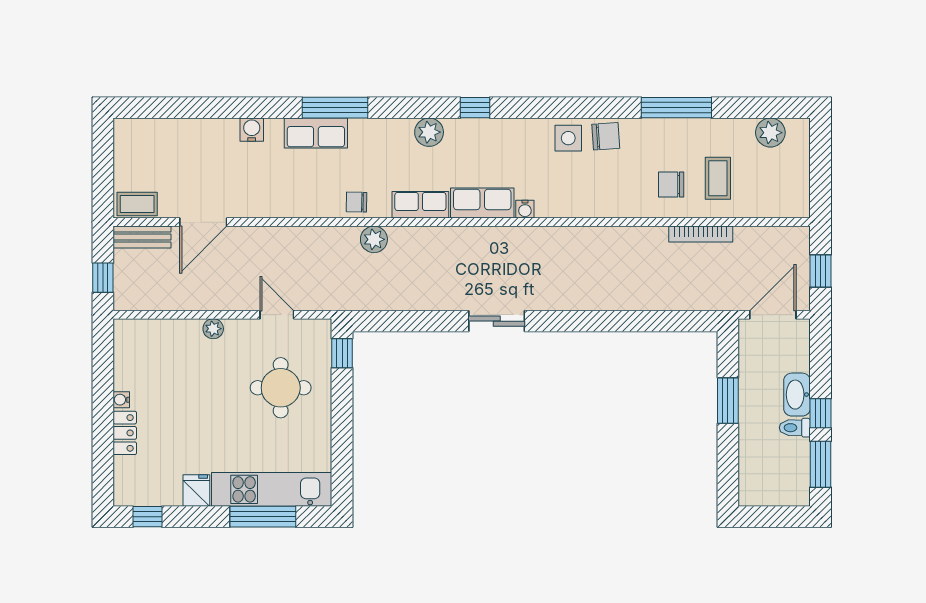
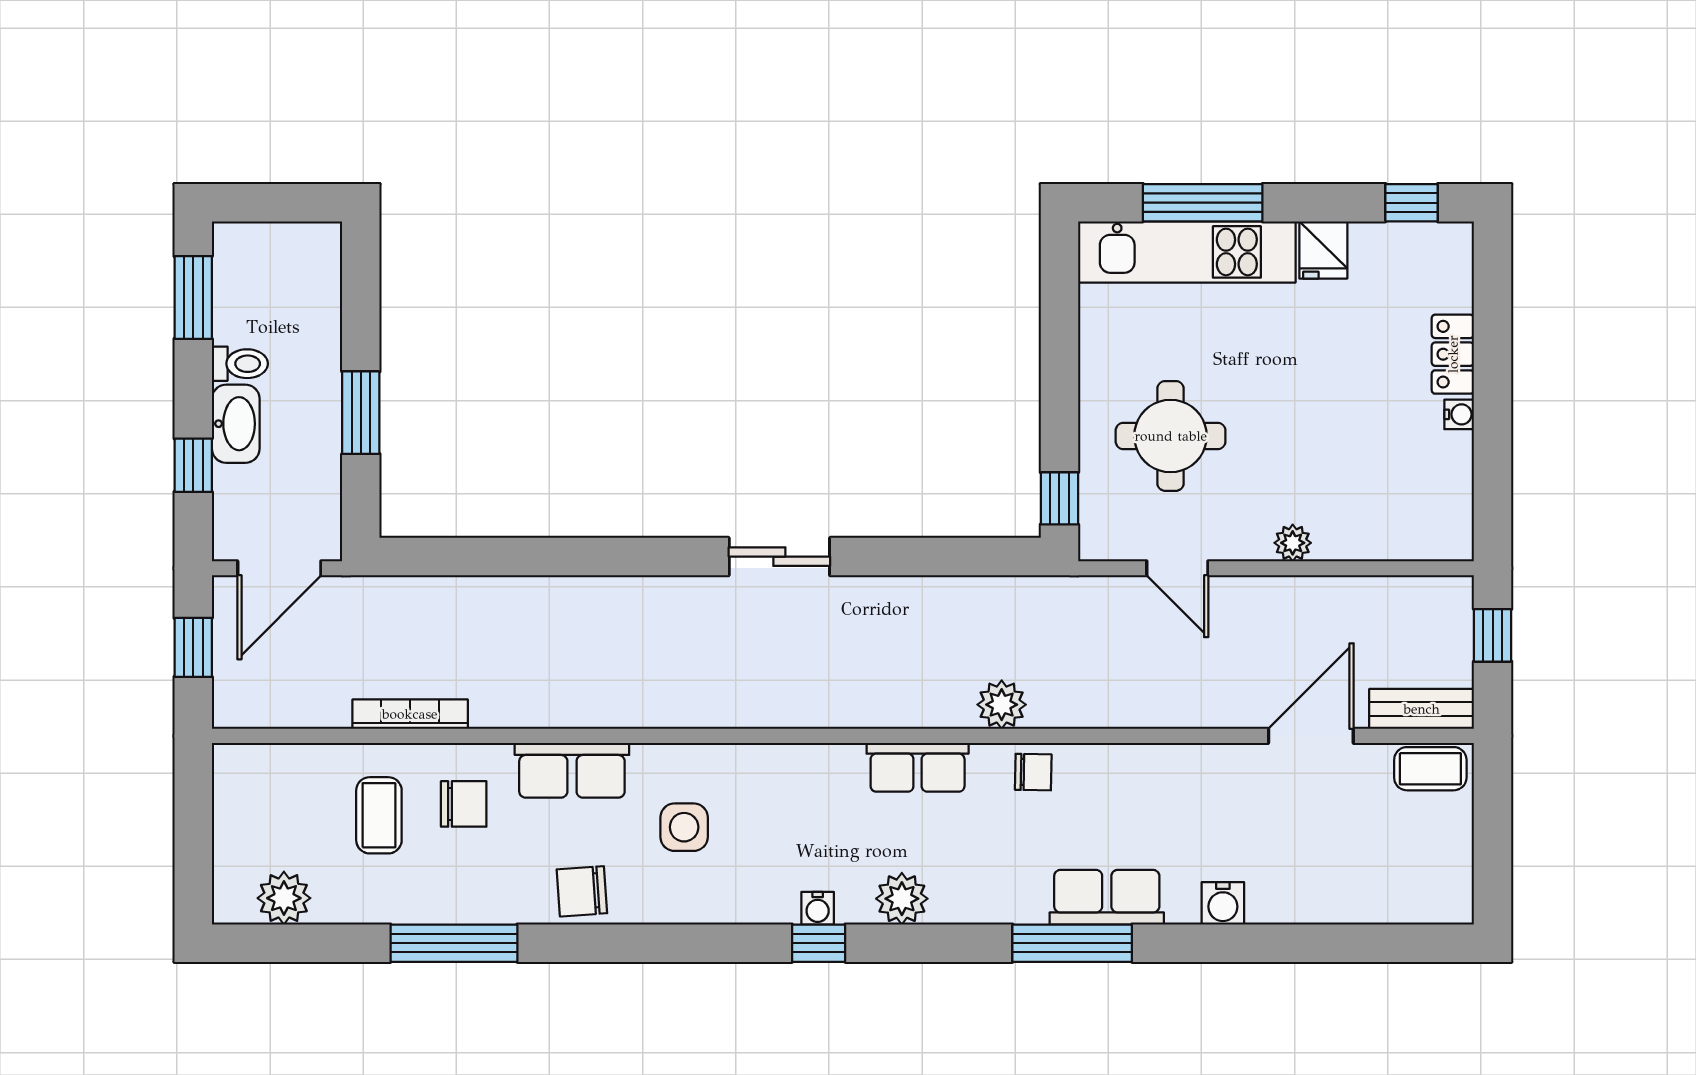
side table: (568, 138) -> (684, 827), moved
row of seats: (482, 203) -> (572, 770), moved
water cooler: (525, 209) -> (818, 908), moved, turned 180
window: (820, 413) -> (193, 465), moved

